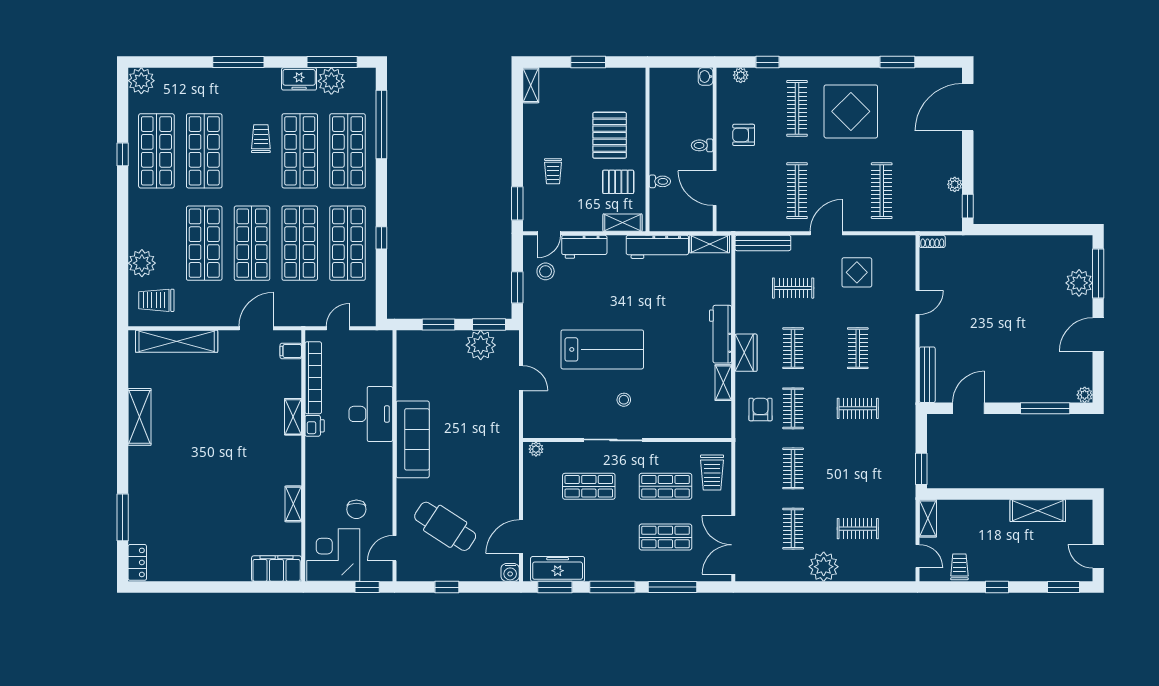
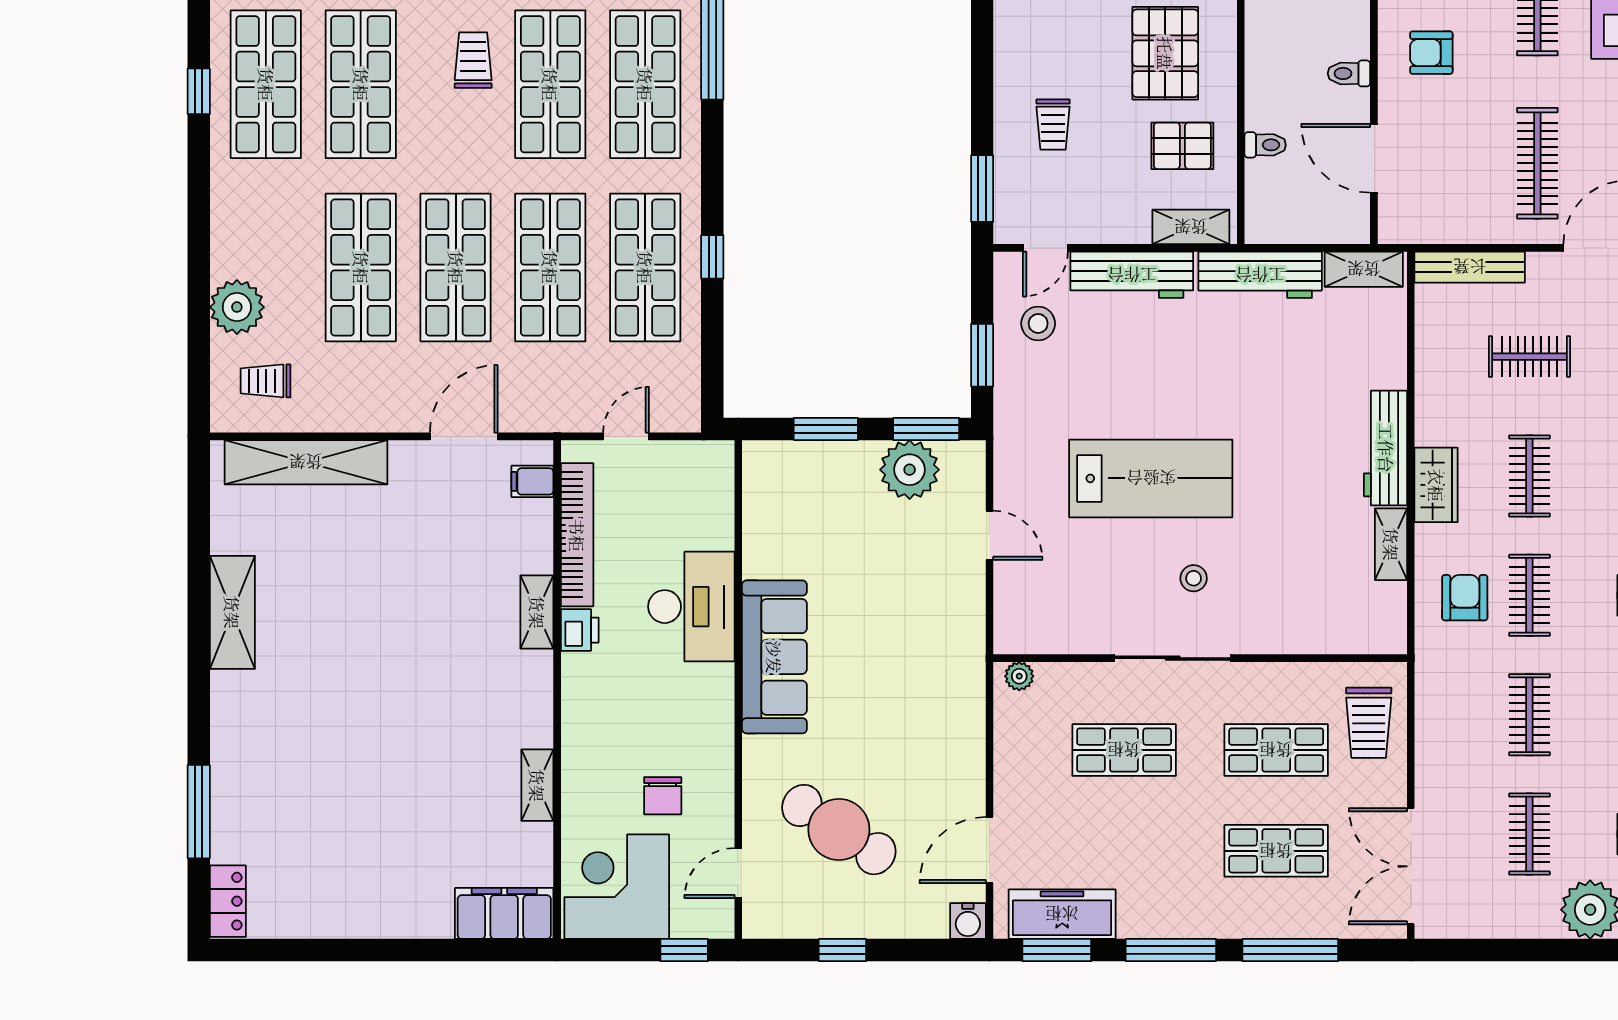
workbench: (584, 247) -> (1132, 275), width x1.37
trolley: (156, 300) -> (266, 381), width x0.73, depth x0.72

